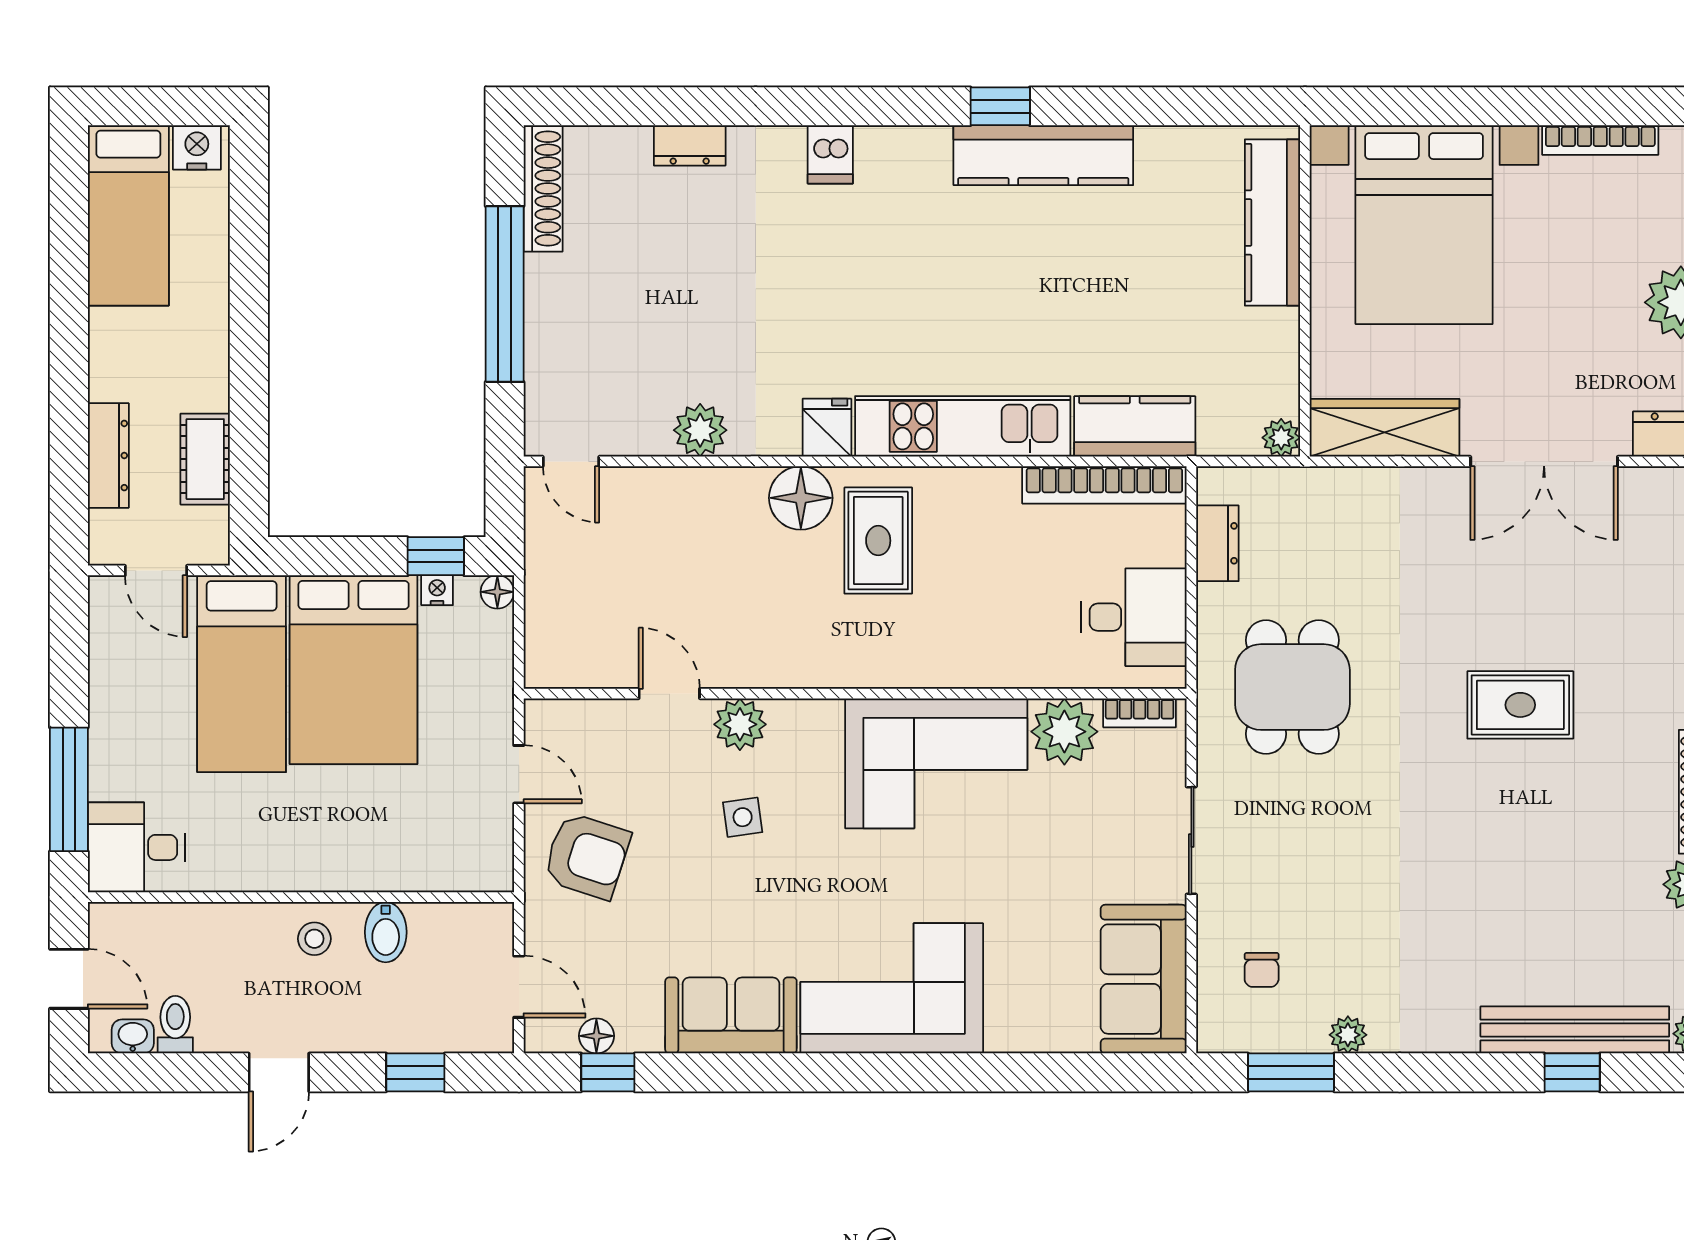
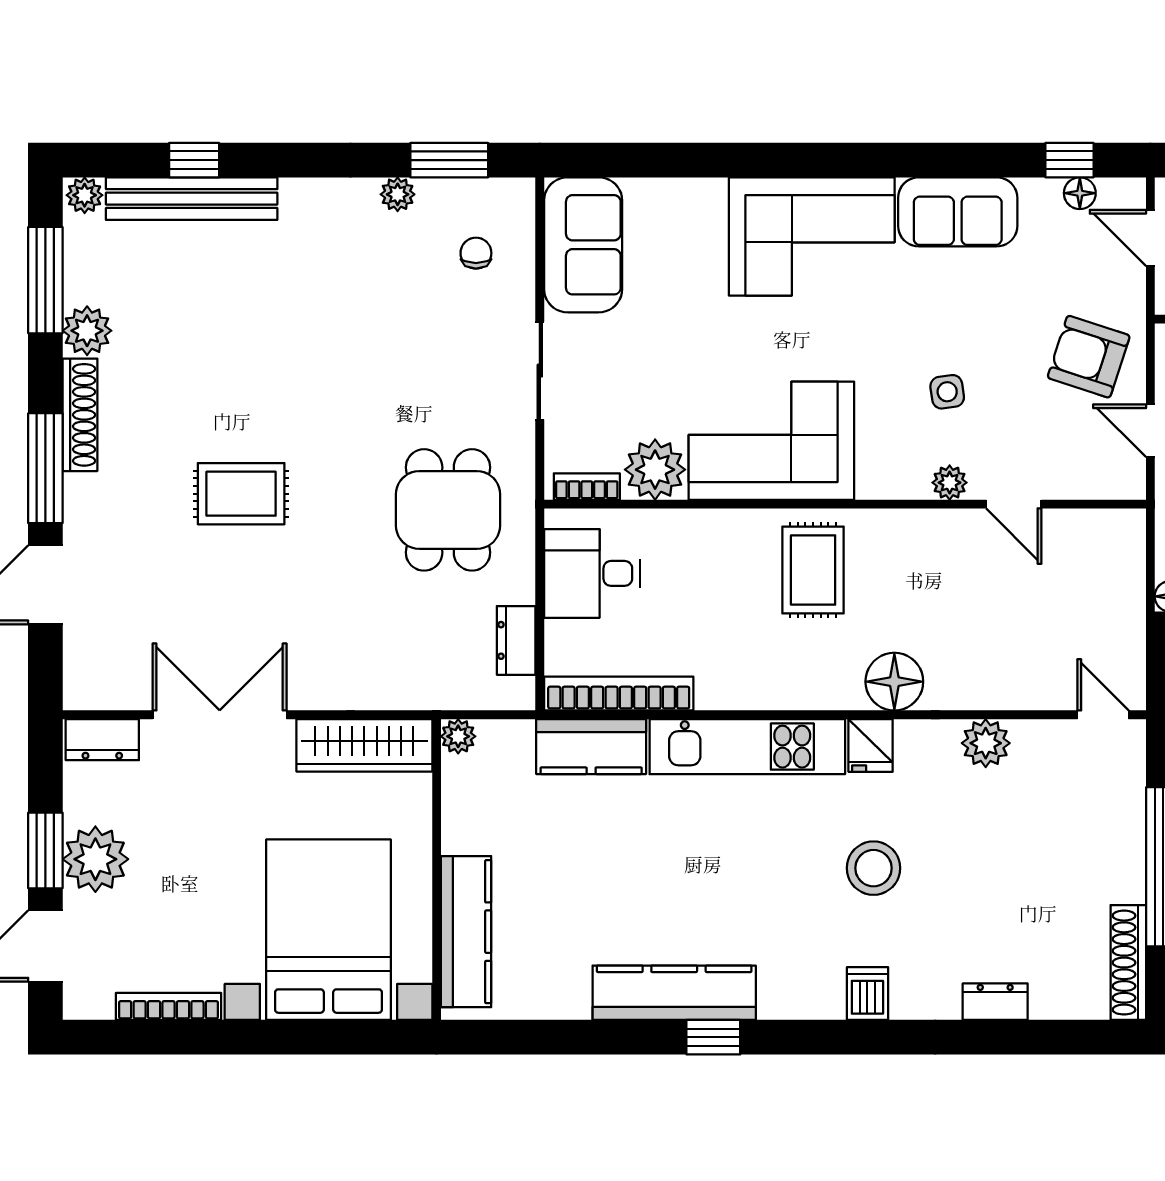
stool: (824, 293) -> (873, 868), added
rug: (878, 541) -> (813, 570), moved
plant: (740, 724) -> (950, 483), width x0.73, depth x0.73

